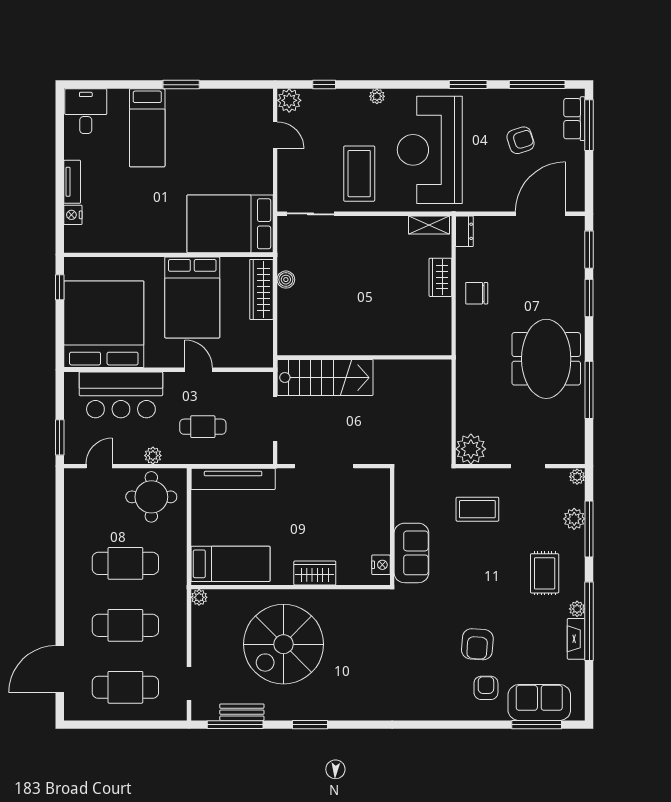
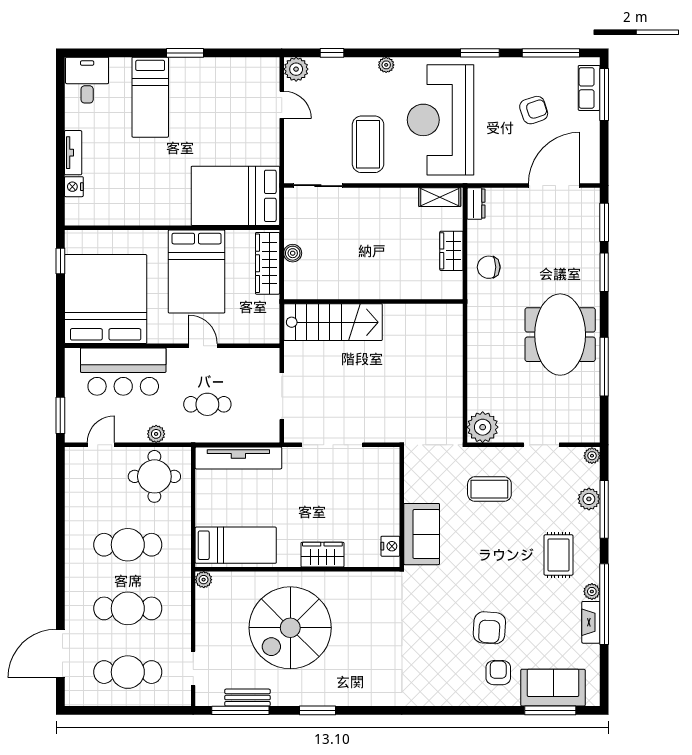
wall: (364, 357) -> (373, 302), moved
stairs: (325, 378) -> (333, 322), moved

